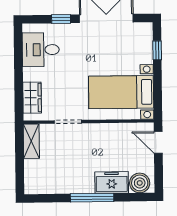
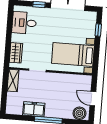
door: (158, 142) -> (93, 99), moved
freezer: (112, 182) -> (34, 109), moved

